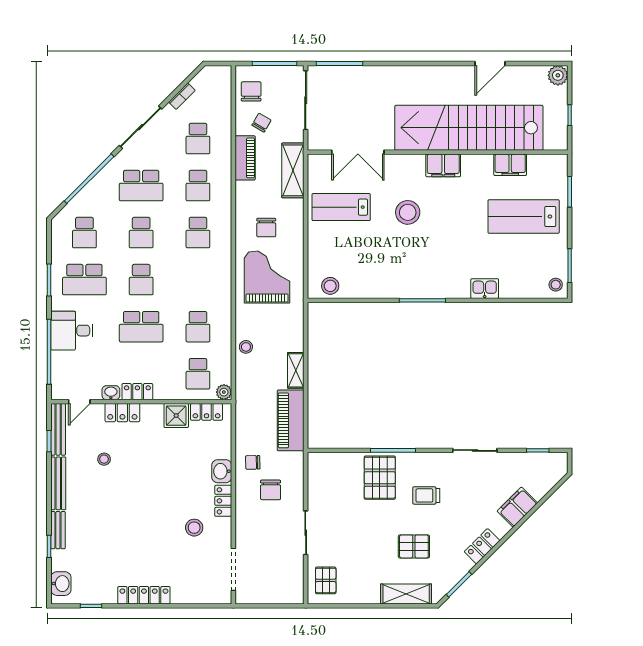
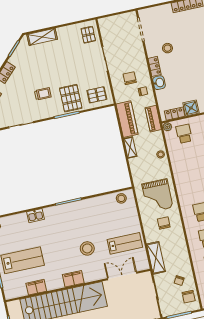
piano: (245, 158) -> (153, 119), moved
school desk: (198, 327) -> (190, 160), removed
pallet: (414, 546) -> (97, 95), moved

